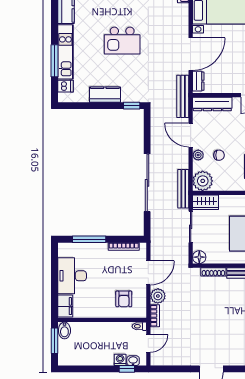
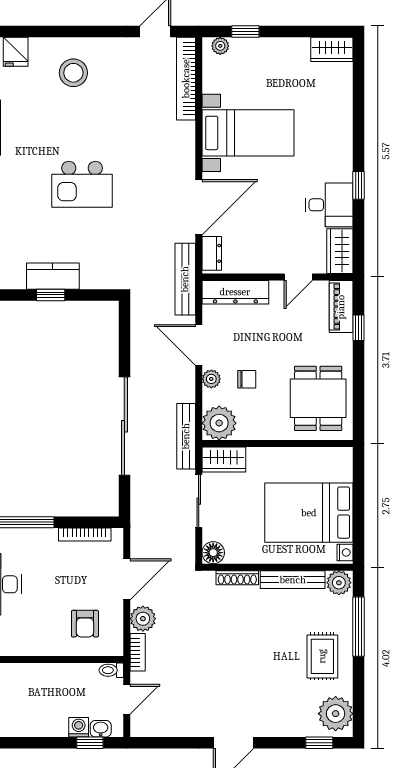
window: (132, 106) -> (51, 295), moved

